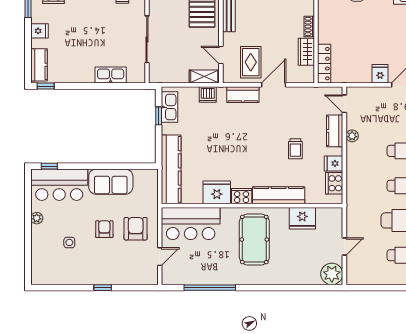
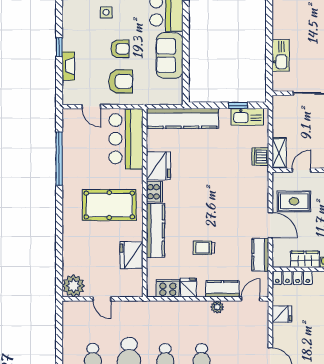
fridge: (380, 74) -> (282, 314), moved
kitchen counter: (243, 95) -> (260, 255), moved
fireplace: (121, 279) -> (68, 66), added

